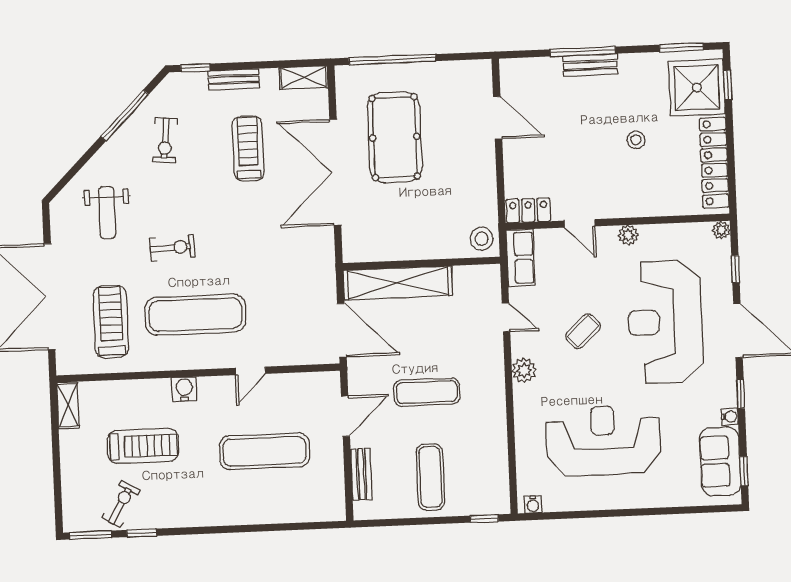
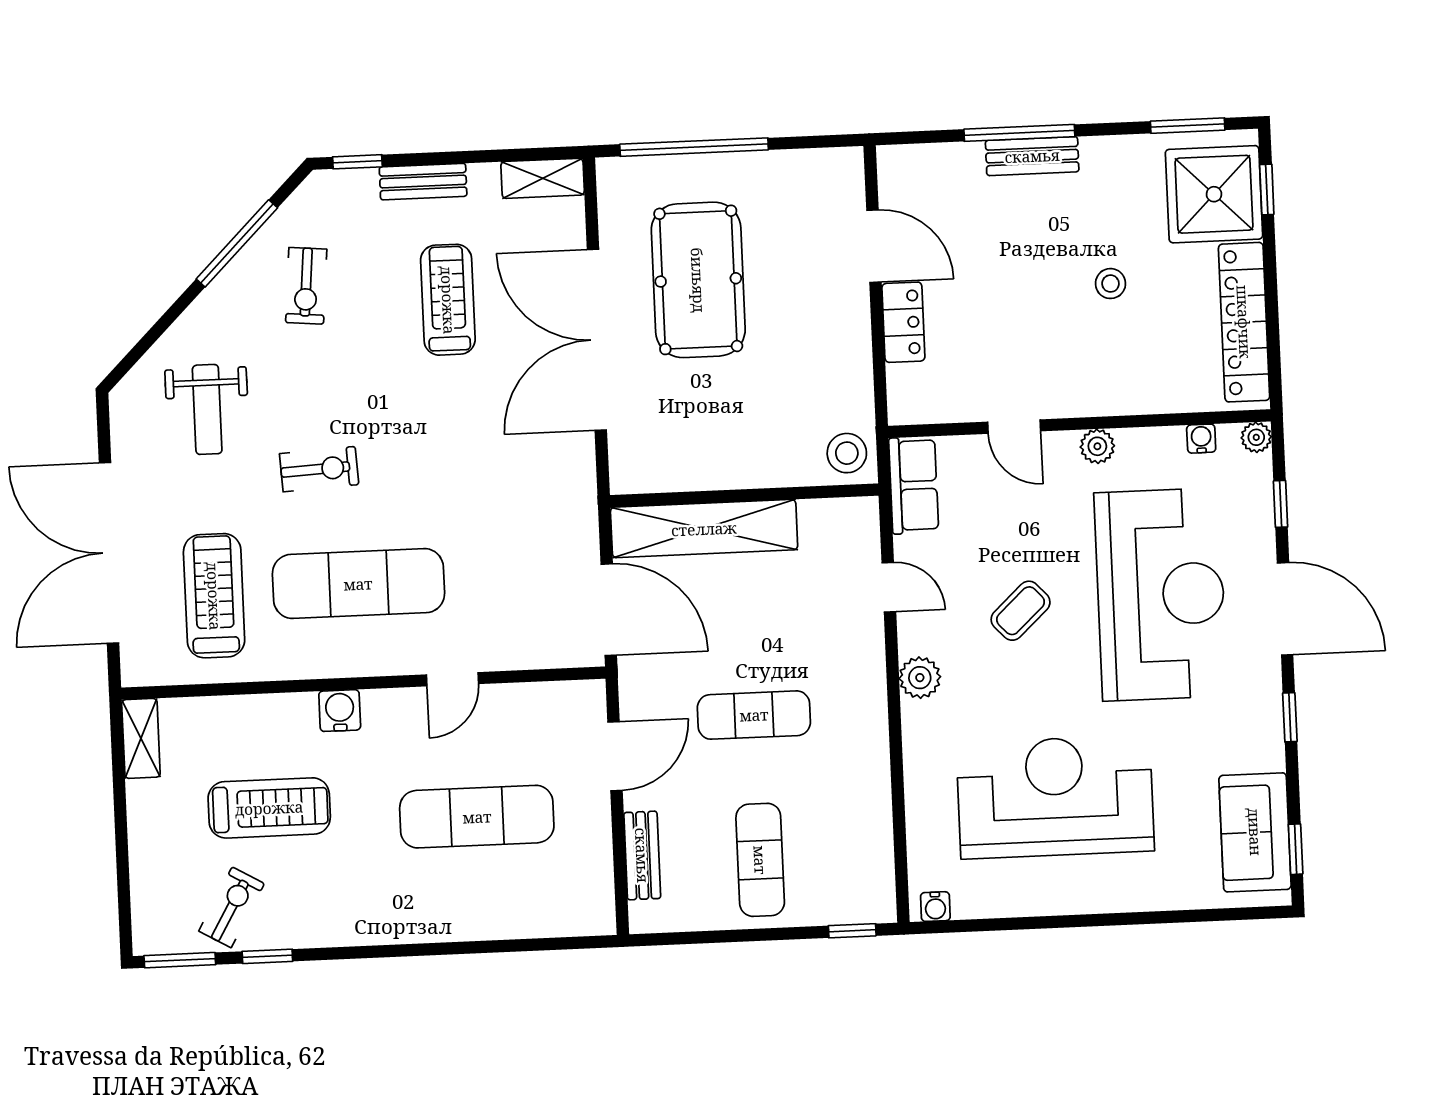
locker: (528, 210) -> (903, 322), moved, turned 90
reception desk: (665, 322) -> (1161, 594), turned 180
water cooler: (730, 417) -> (1201, 439), moved, turned -90

